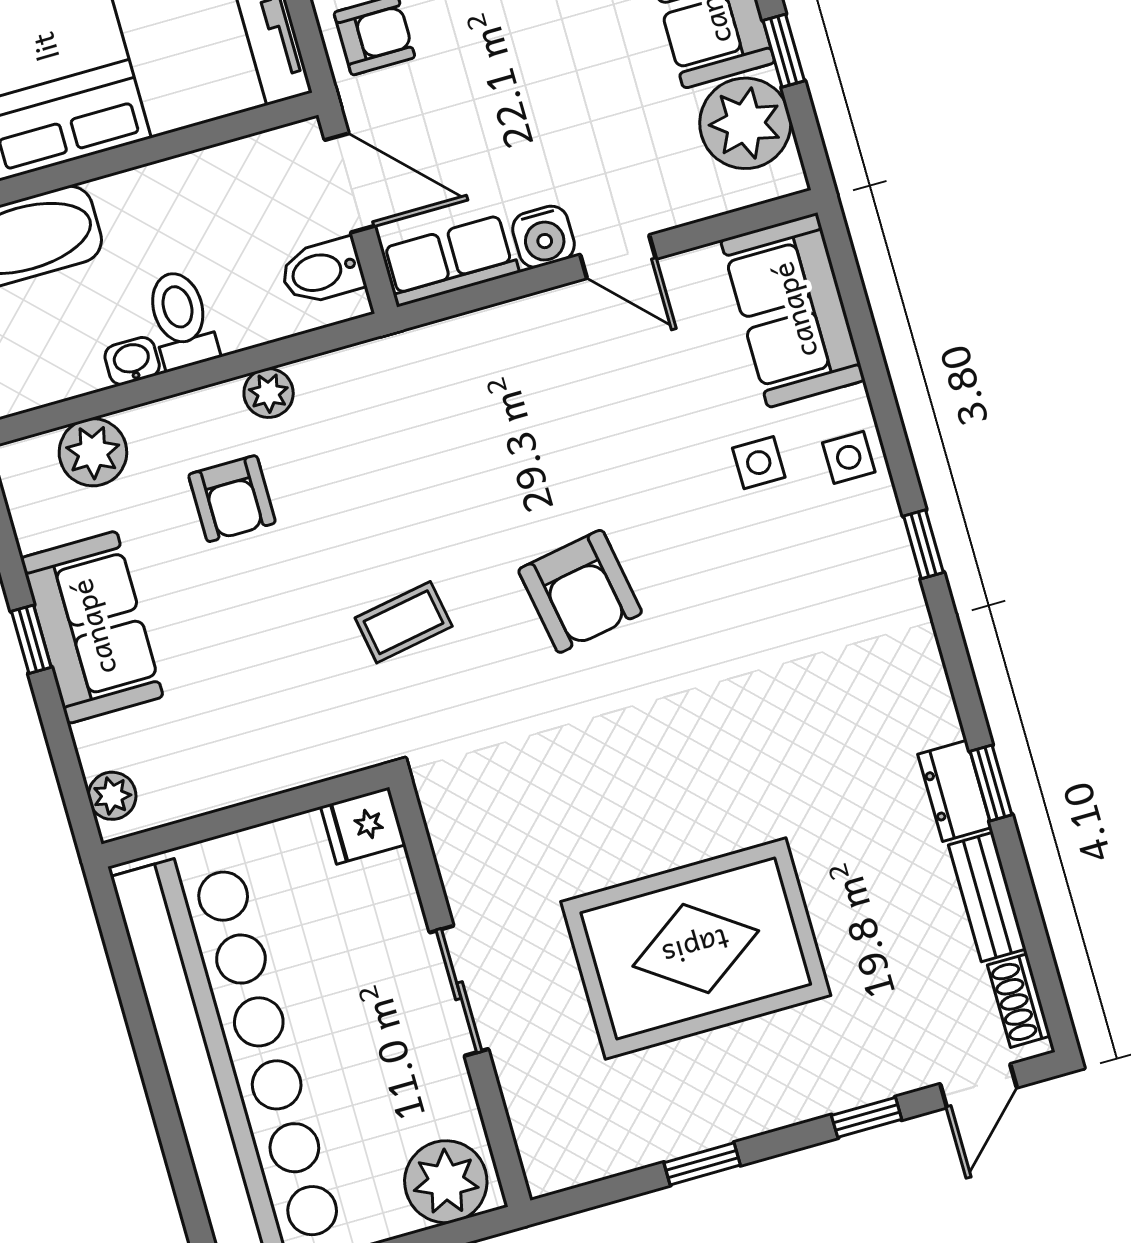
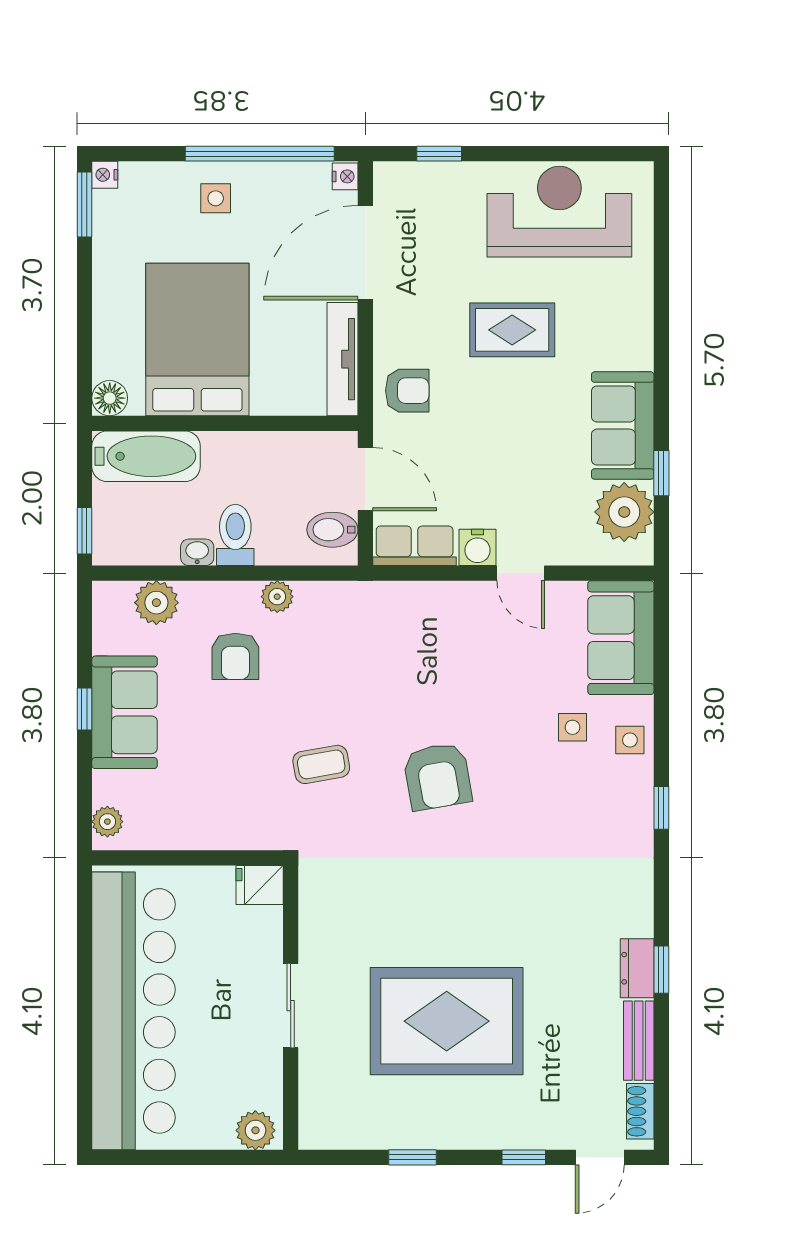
plant: (446, 1182) -> (255, 1130), width x0.73, depth x0.73

